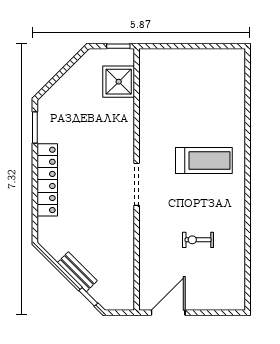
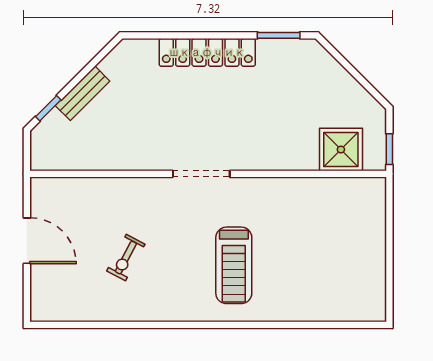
exercise bike: (198, 240) -> (126, 258), turned -152
door: (168, 313) -> (27, 241), moved

